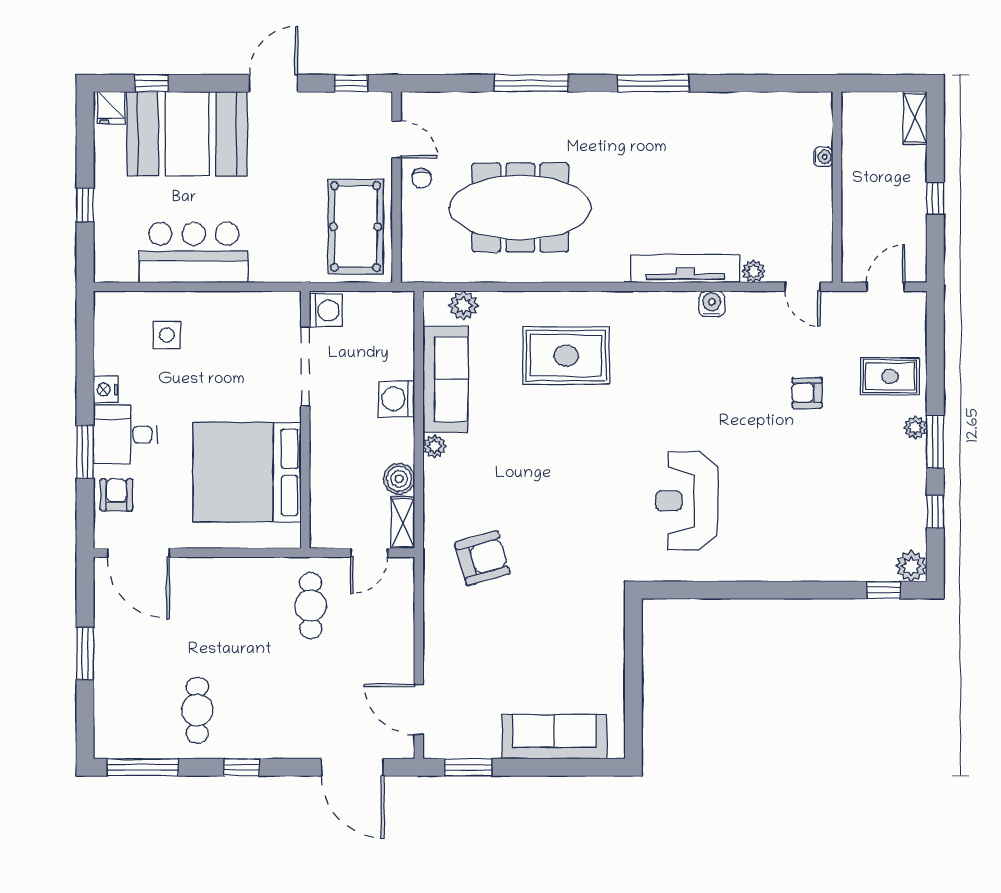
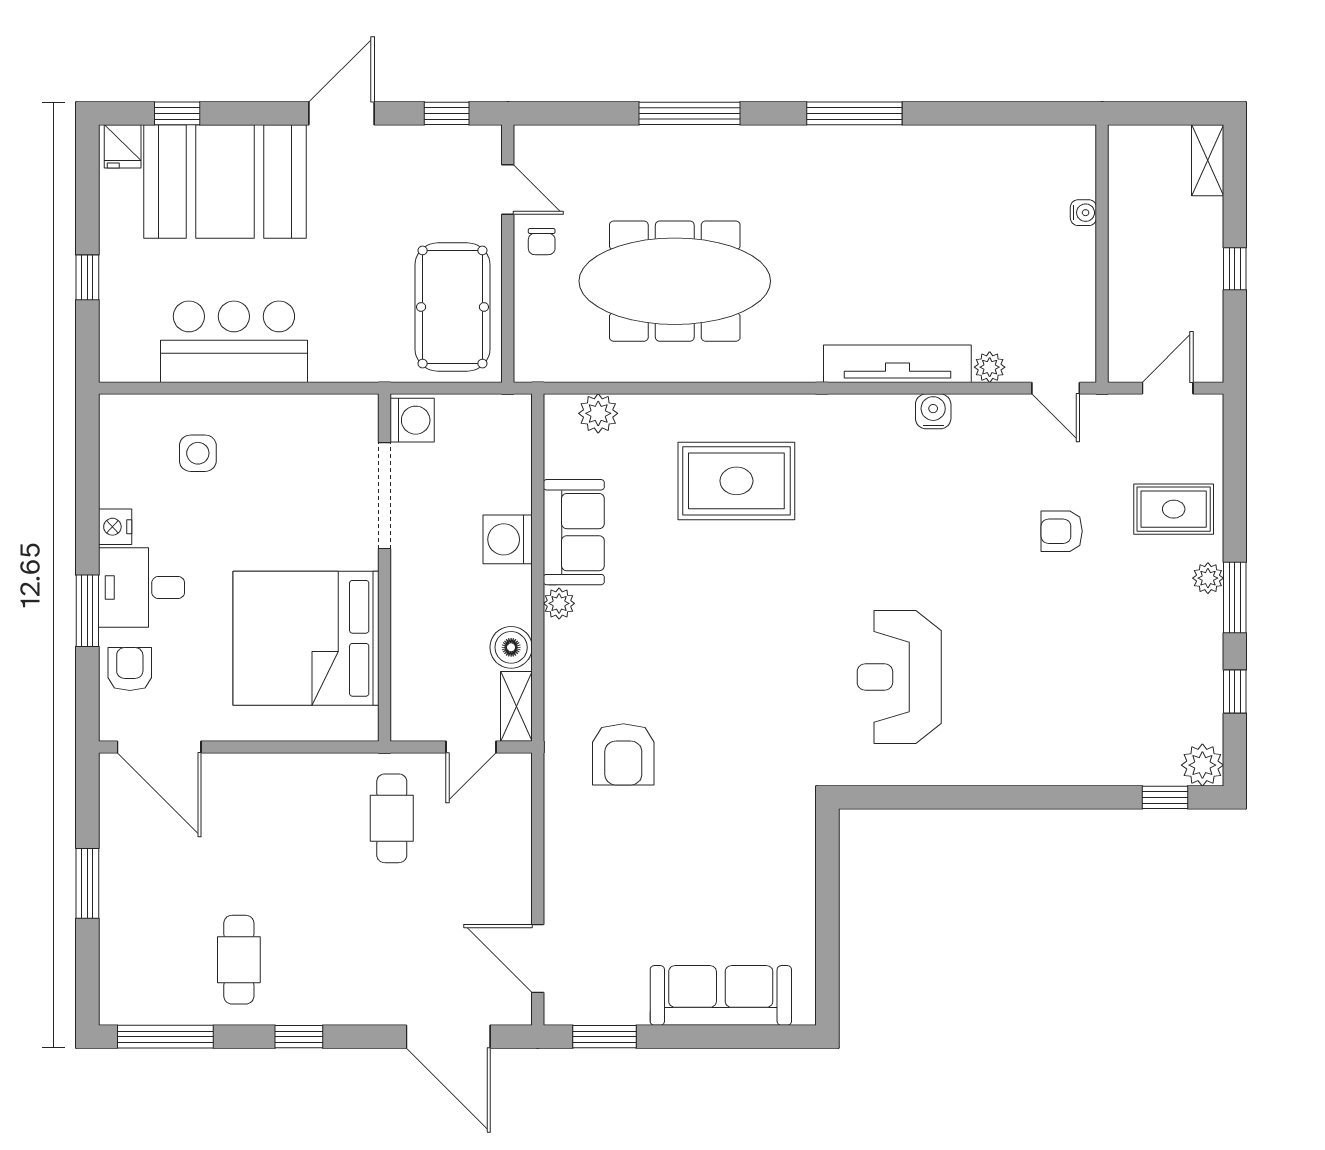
sofa: (445, 379) -> (574, 532), width x0.73
armchair: (482, 558) -> (623, 754), turned 106

